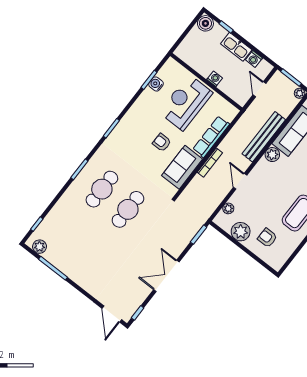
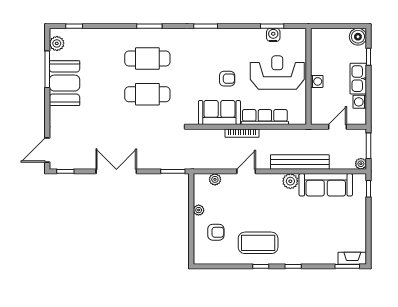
armchair: (162, 143) -> (227, 79), turned 90
plant: (241, 232) -> (199, 210), width x0.53, depth x0.53
armchair: (267, 238) -> (216, 232), turned 90
booth: (73, 263) -> (65, 83), added

